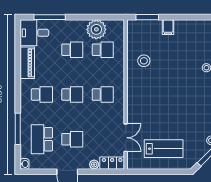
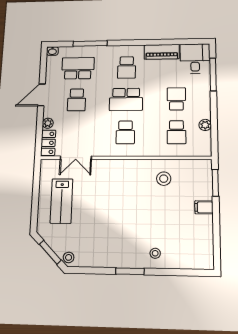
plant: (96, 29) -> (205, 125), width x0.53, depth x0.53
school desk: (72, 50) -> (176, 99), turned 180
school desk: (72, 94) -> (126, 99), width x1.85

